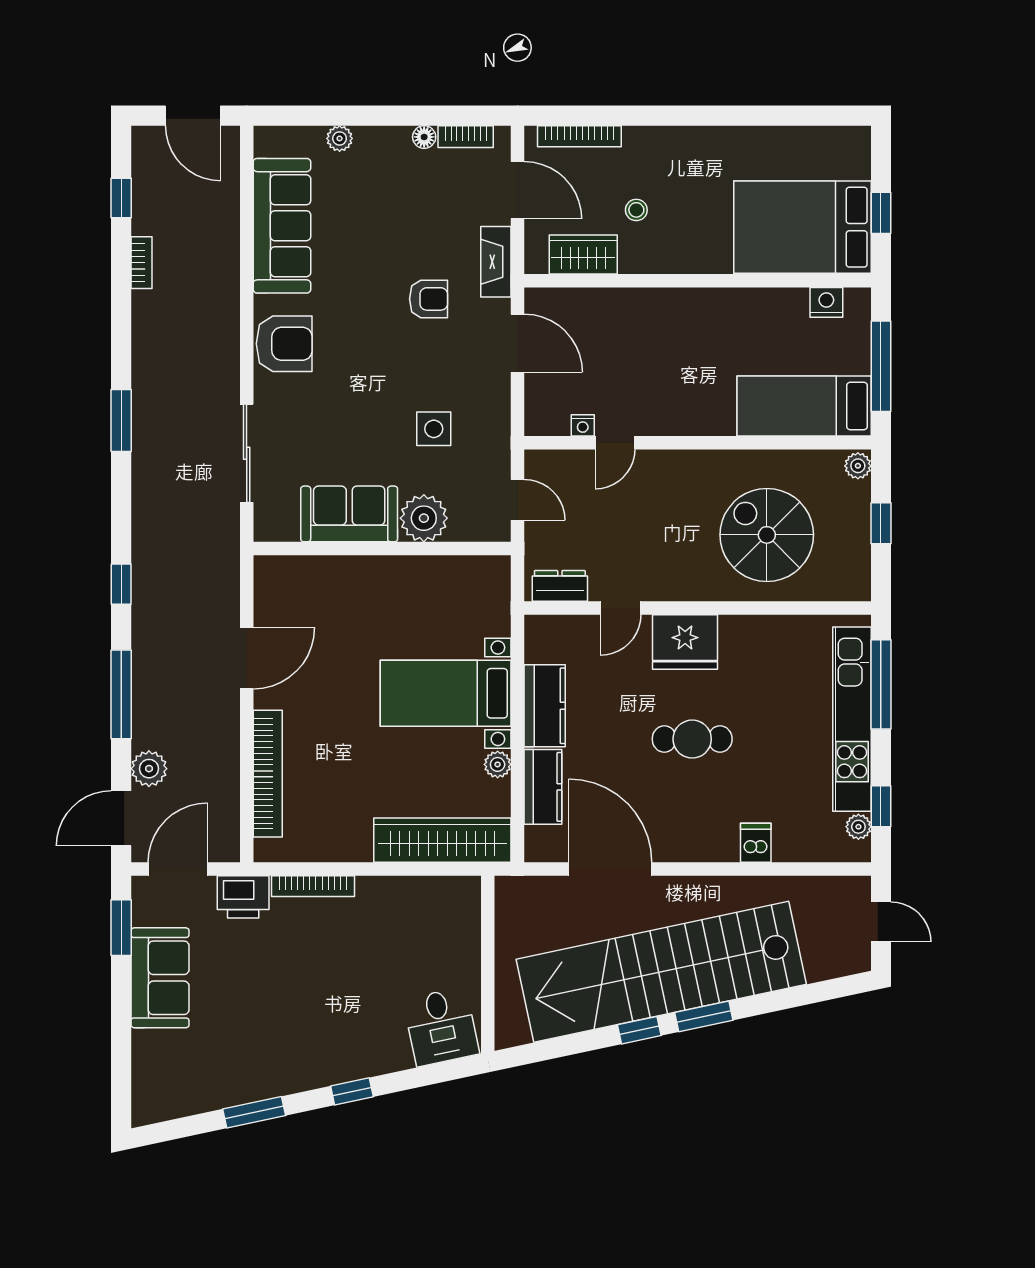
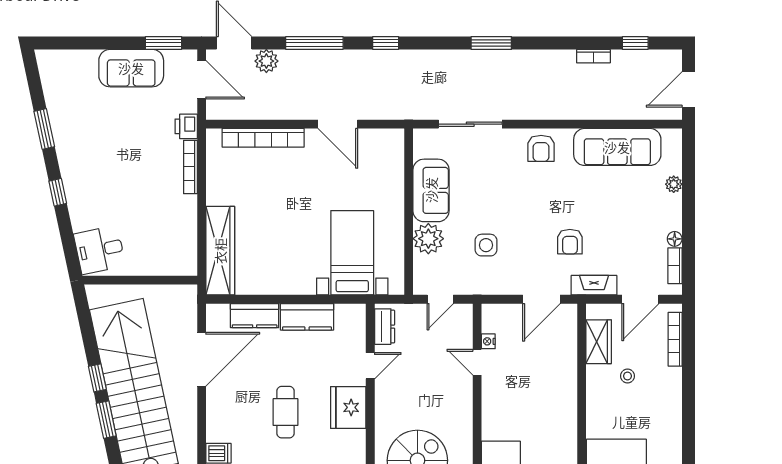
armchair: (284, 344) -> (541, 148), width x0.72, depth x0.72
door: (620, 608) -> (370, 366), swing flipped
bed with nightstands: (446, 693) -> (352, 253), moved
plant: (498, 764) -> (269, 286), removed
printer: (243, 897) -> (186, 126), width x0.73, depth x0.81

